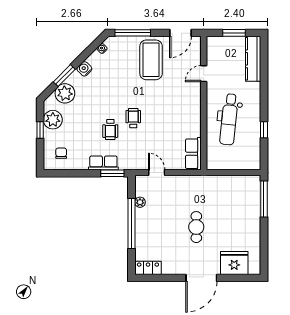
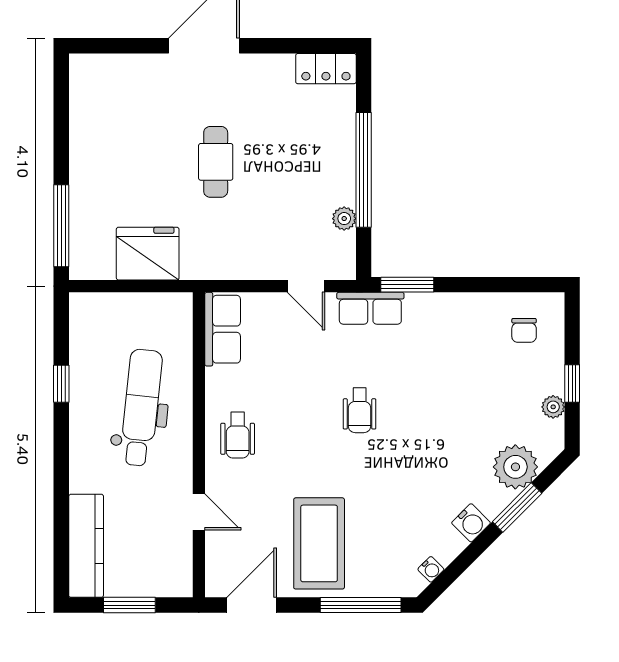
door: (204, 74) -> (199, 512), hinge flipped
plant: (53, 120) -> (553, 407), width x0.53, depth x0.53
wheelchair: (110, 129) -> (238, 435), moved, turned 180
row of seats: (103, 163) -> (370, 308), moved
fridge: (234, 263) -> (148, 254), moved, turned 180

